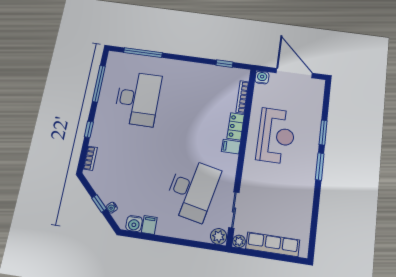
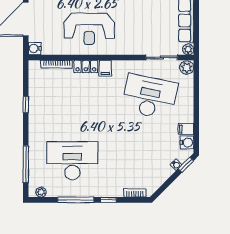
plant: (111, 63) -> (41, 192), added
window: (225, 64) -> (26, 105), moved
window: (99, 84) -> (76, 200), moved
reception desk: (276, 136) -> (89, 29), turned 180
window: (99, 203) -> (186, 165), moved

